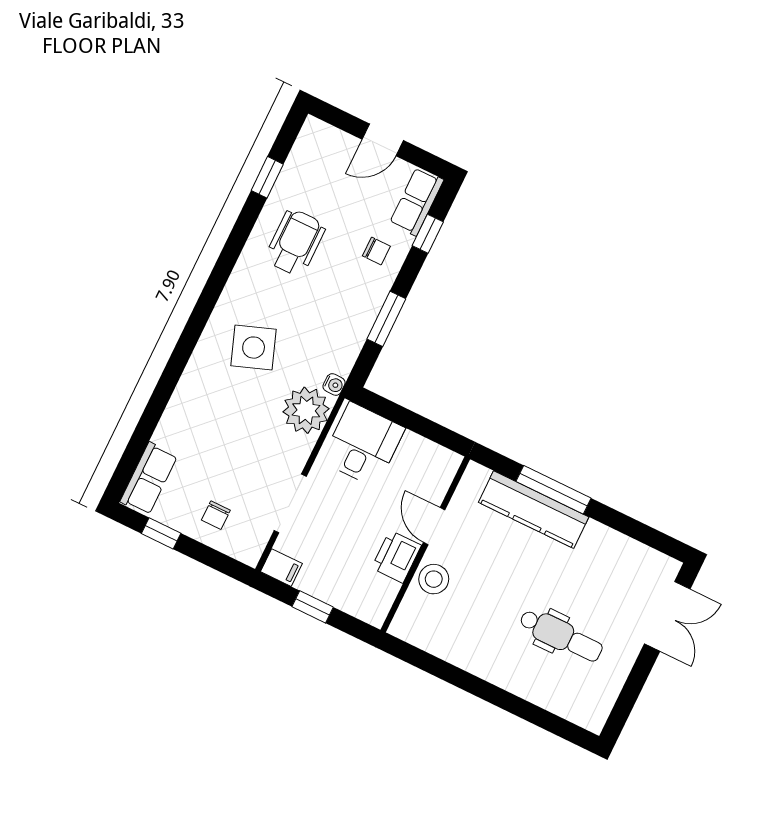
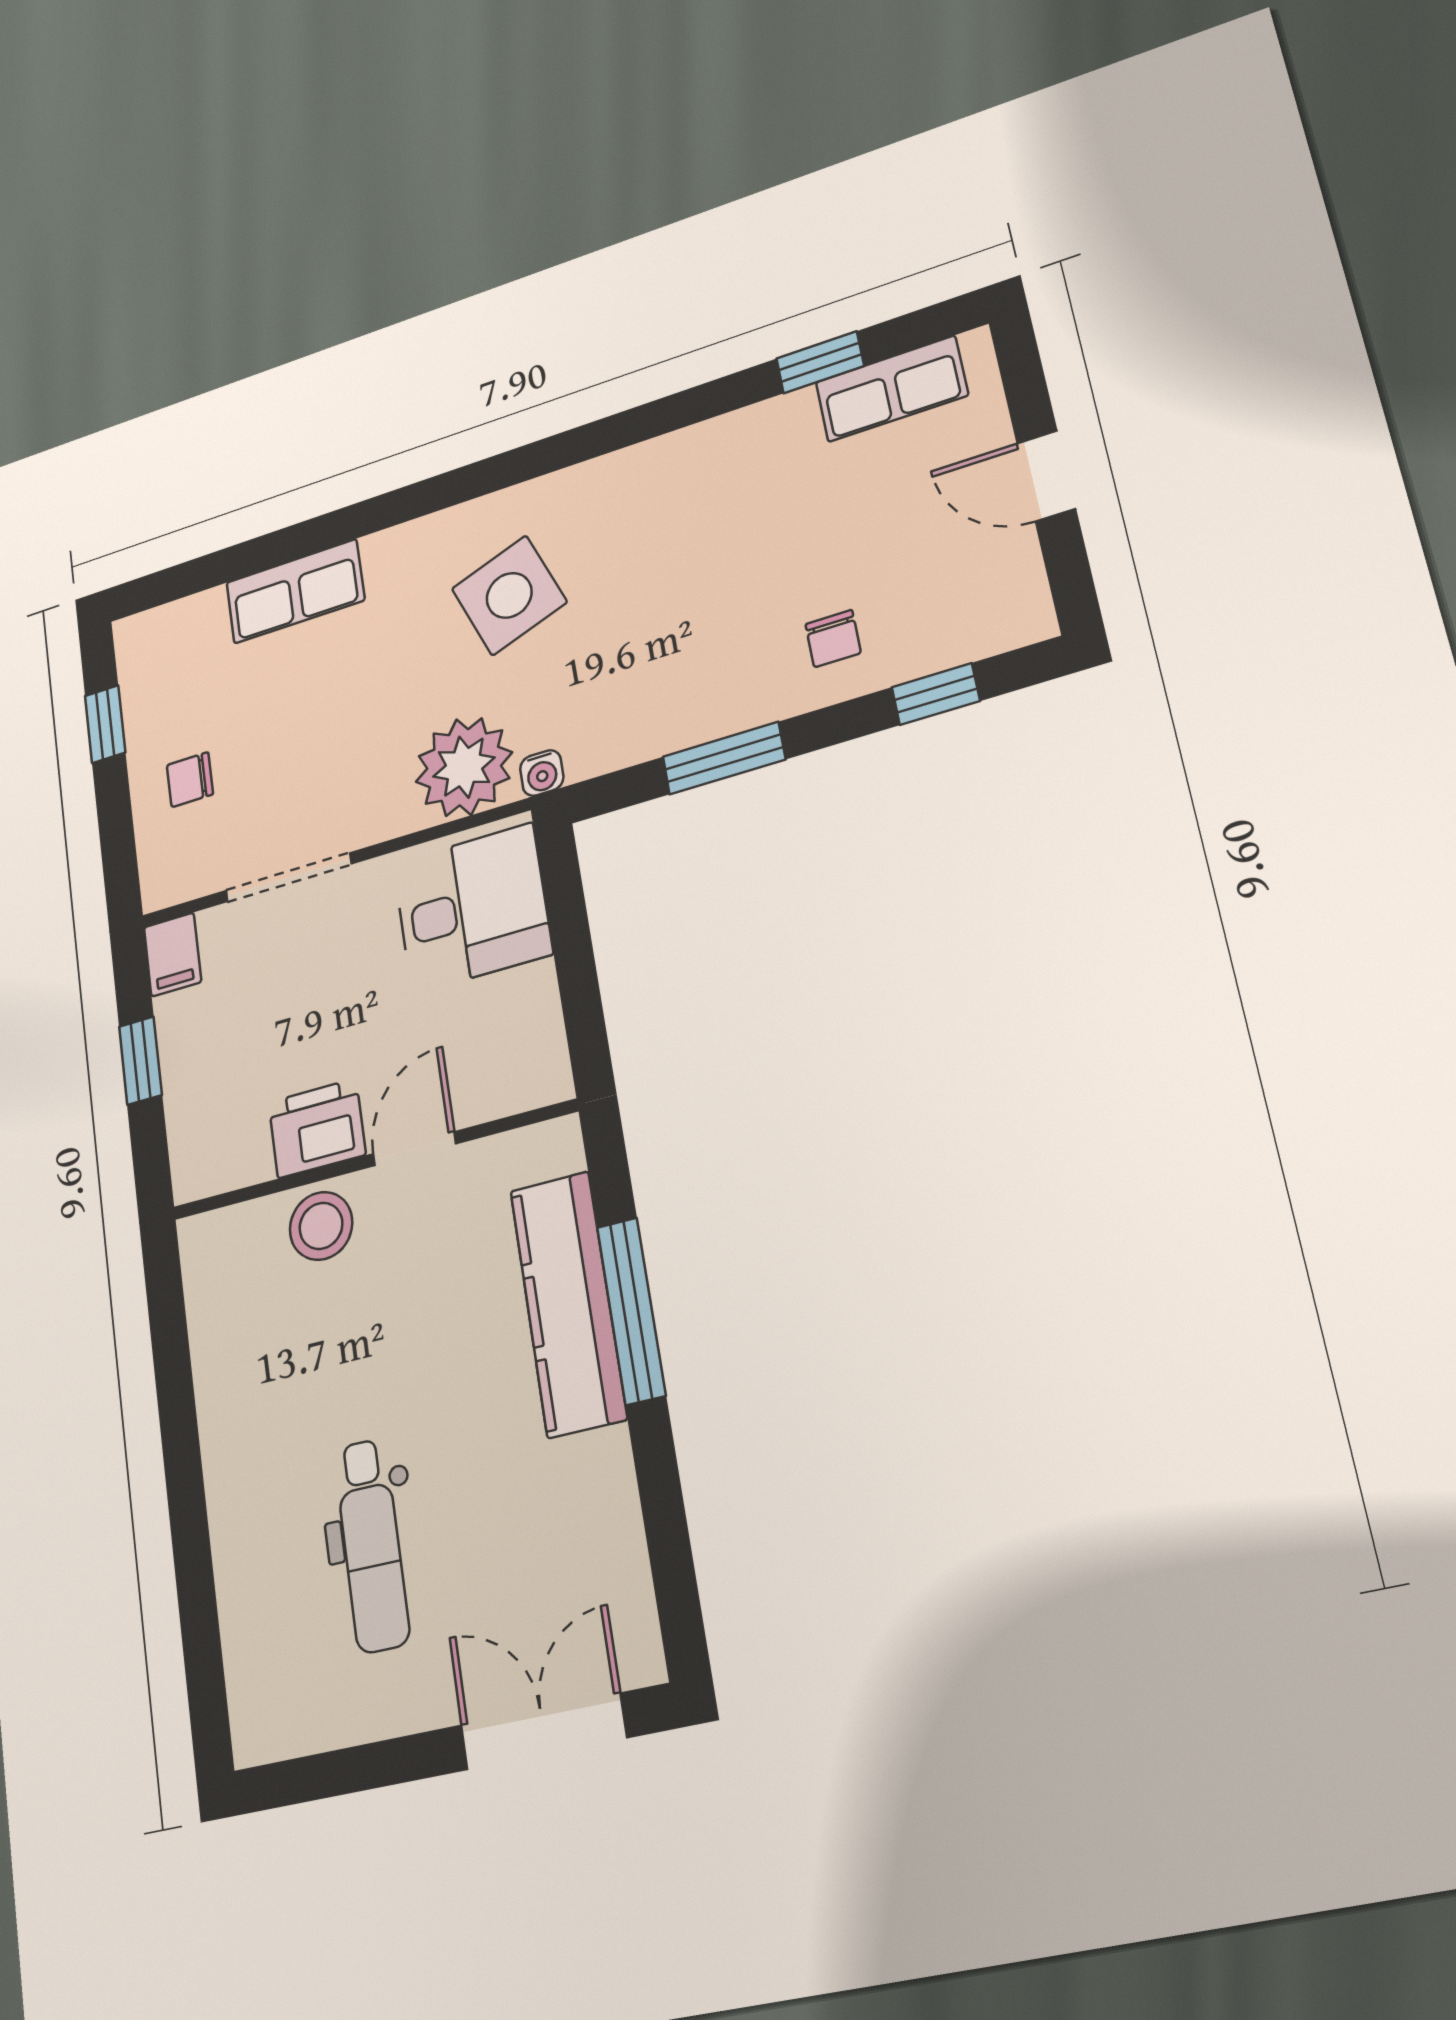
row of seats: (417, 201) -> (891, 389), moved, turned 180
wheelchair: (295, 242) -> (742, 501), removed
row of seats: (149, 479) -> (295, 591), moved
double door: (667, 616) -> (543, 1731), swing flipped

